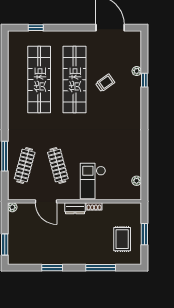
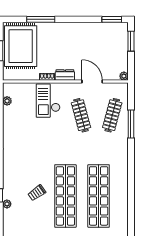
checkout: (93, 181) -> (48, 101), turned 180
rug: (122, 239) -> (21, 46), width x1.86, depth x2.06
window: (52, 268) -> (112, 19), moved

